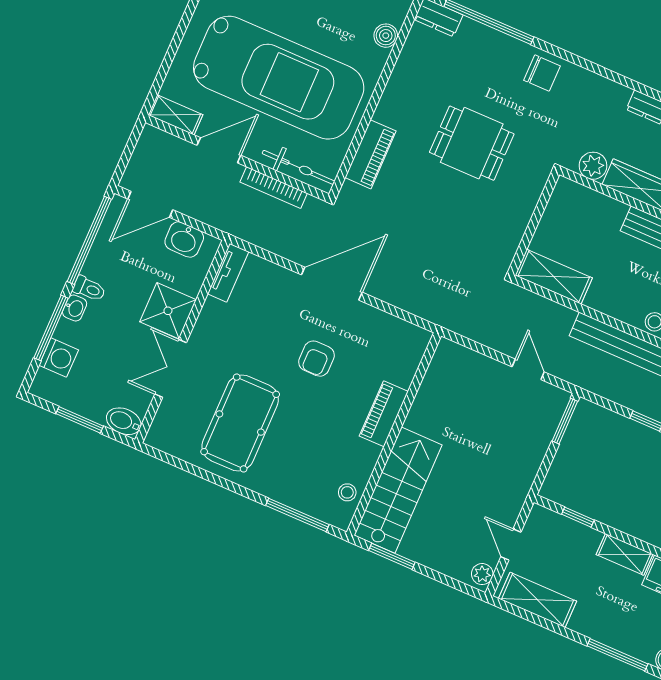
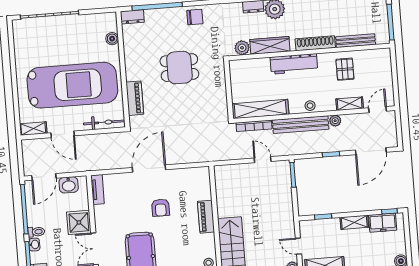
door: (219, 150) -> (63, 134), swing flipped
bookcase: (274, 188) -> (254, 126), moved
shelving: (554, 277) -> (260, 109), width x1.47

